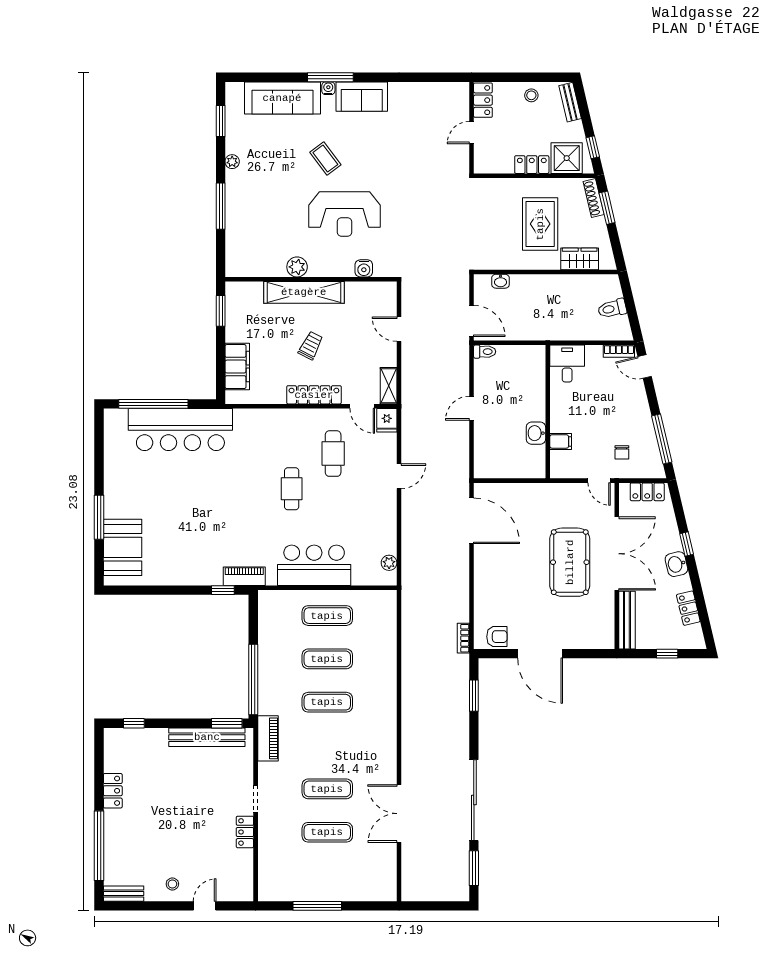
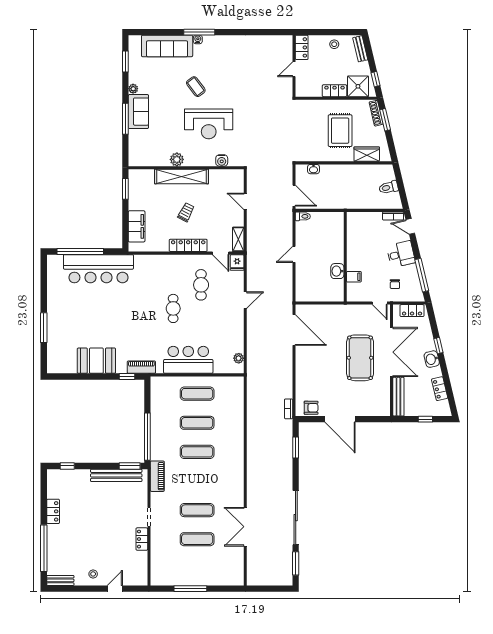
sofa: (362, 97) -> (138, 112), moved, turned -90
desk: (567, 363) -> (401, 254), moved, turned 77
booth: (123, 547) -> (96, 361), moved, turned 90

